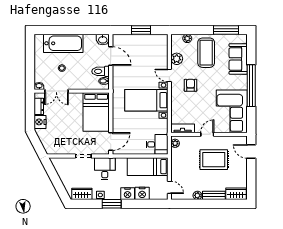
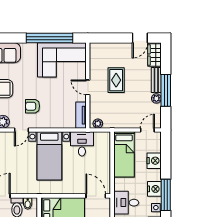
window: (251, 86) -> (50, 38), moved
desk: (157, 144) -> (82, 144), moved
door: (251, 151) -> (140, 38), moved
rug: (214, 160) -> (116, 80), width x0.73, depth x0.70
nightstand: (128, 194) -> (154, 189), moved
window: (112, 204) -> (166, 195), width x1.44
window: (205, 204) -> (166, 90), added

